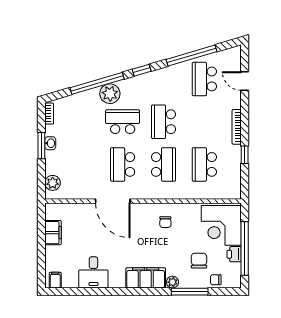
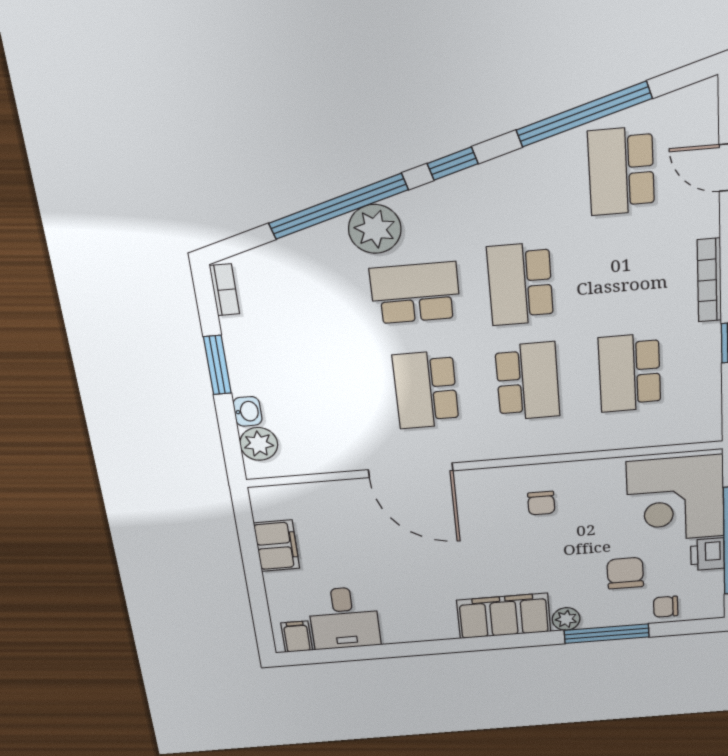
washbasin: (50, 143) -> (247, 411), moved
desk: (93, 272) -> (344, 618), moved

